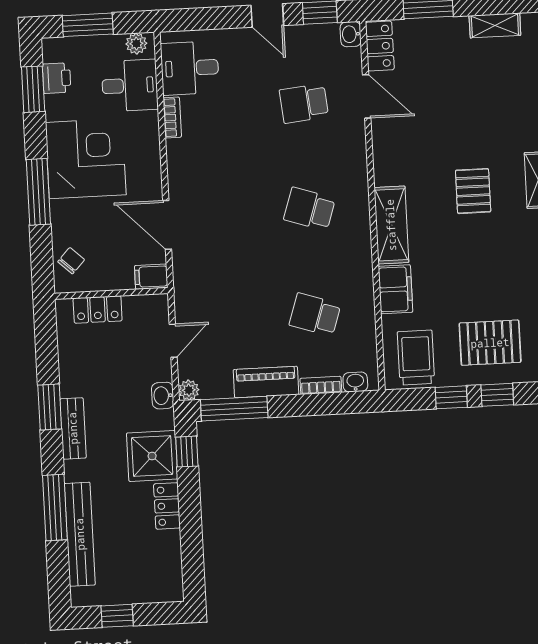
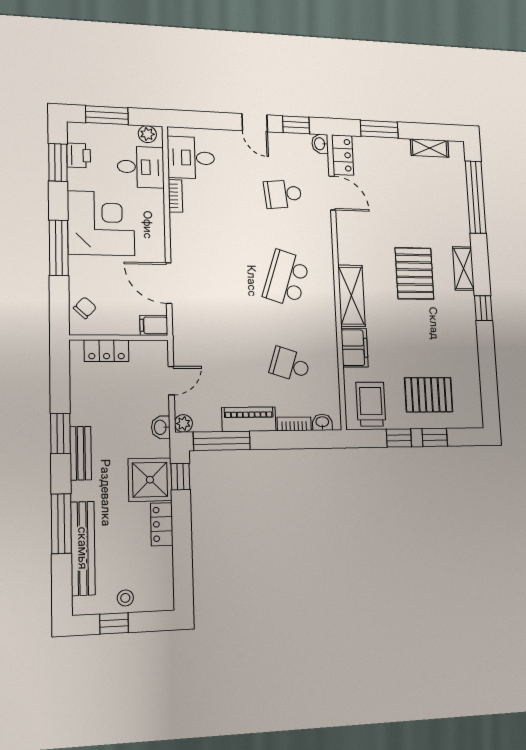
pallet: (473, 191) -> (414, 273), width x1.50, depth x1.42
school desk: (309, 209) -> (286, 278), width x1.85
stool: (129, 588) -> (125, 598), added

